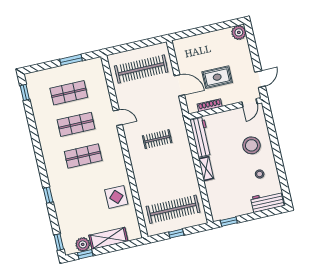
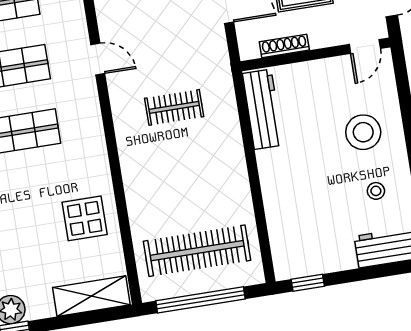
shelving: (206, 169) -> (269, 173), removed
window: (176, 234) -> (201, 300), width x3.17
shelving: (108, 238) -> (91, 296), moved

